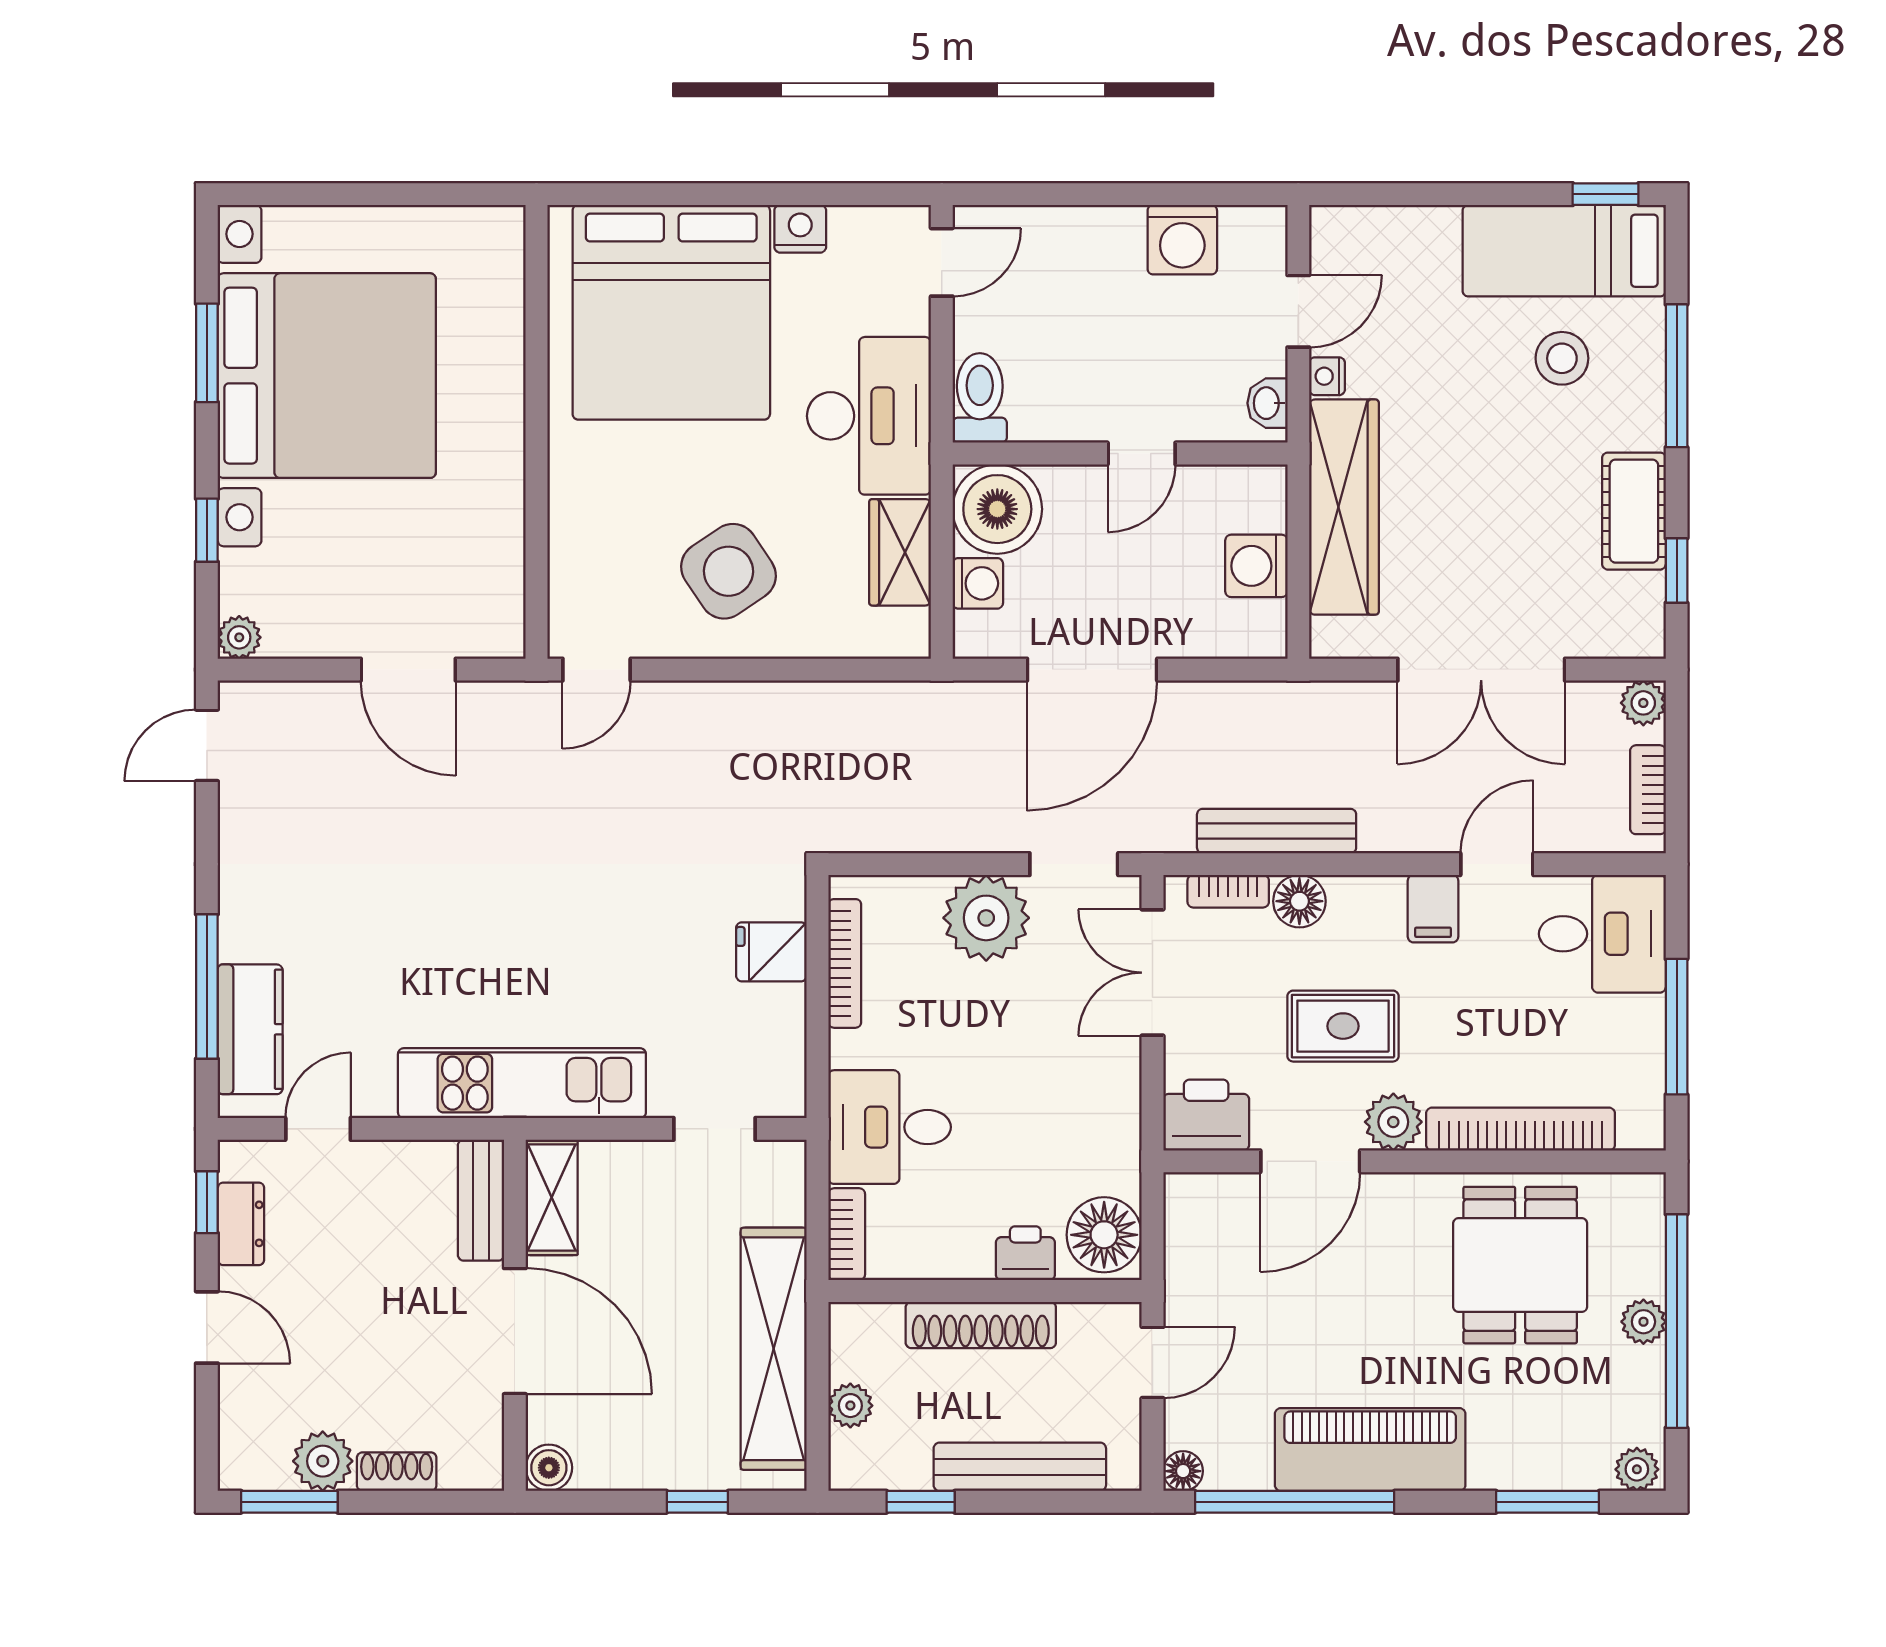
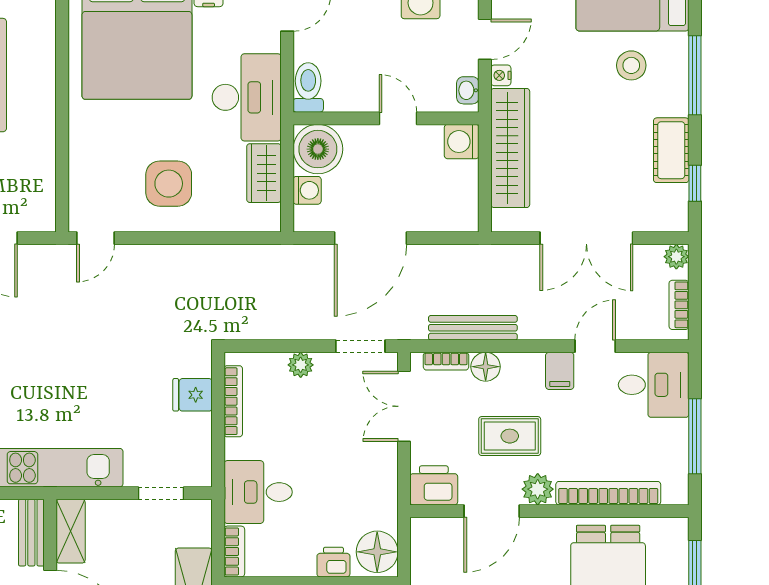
door: (1142, 454) -> (398, 118), swing flipped
washing machine: (1256, 566) -> (462, 142), moved
side table: (728, 571) -> (169, 184), turned 34
plant: (986, 918) -> (301, 365), width x0.53, depth x0.53

